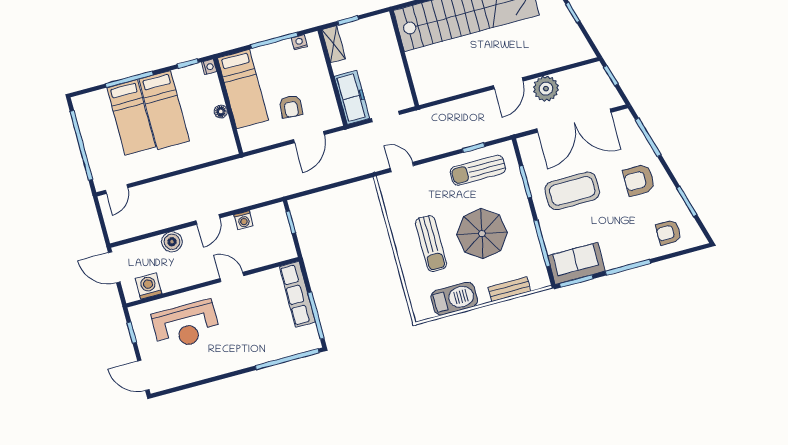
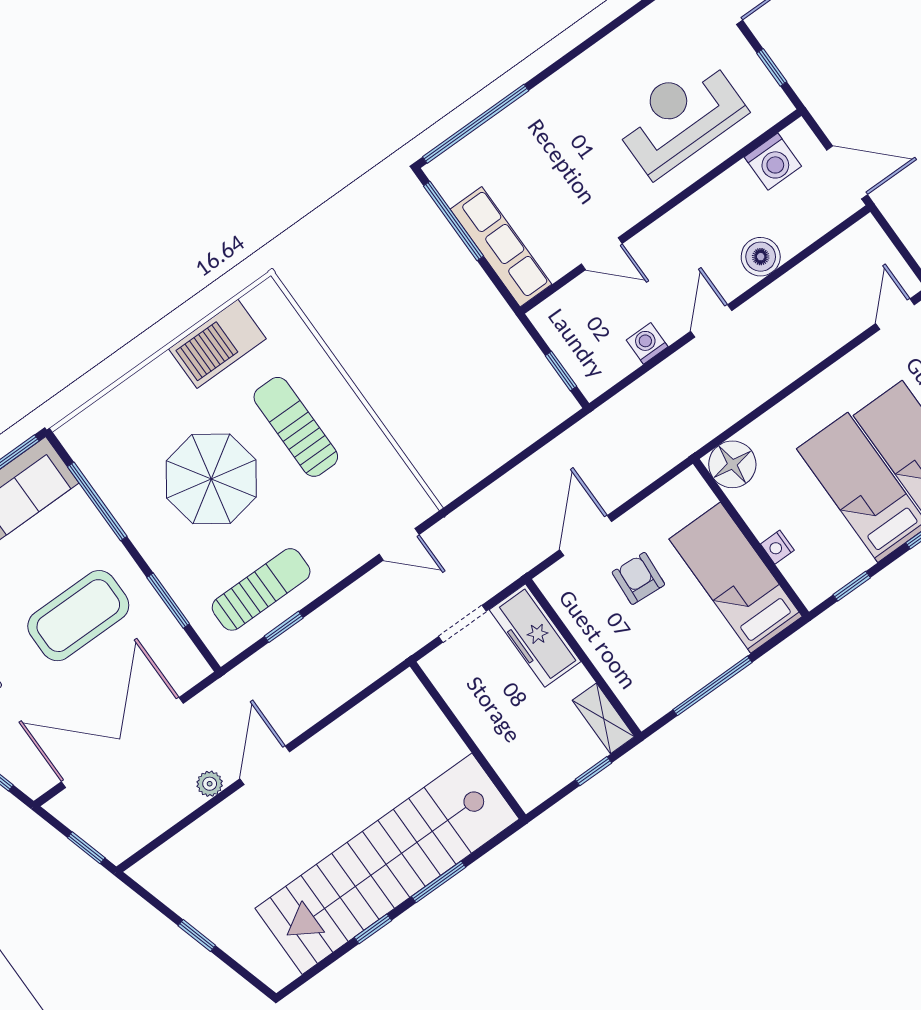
nightstand: (299, 42) -> (666, 699), removed
nightstand: (209, 67) -> (777, 547), moved
plant: (546, 89) -> (210, 784), width x0.53, depth x0.53
floor lamp: (221, 112) -> (732, 464), moved, width x1.89, depth x1.89
door: (232, 277) -> (602, 254), moved
bench: (509, 289) -> (125, 398), removed

